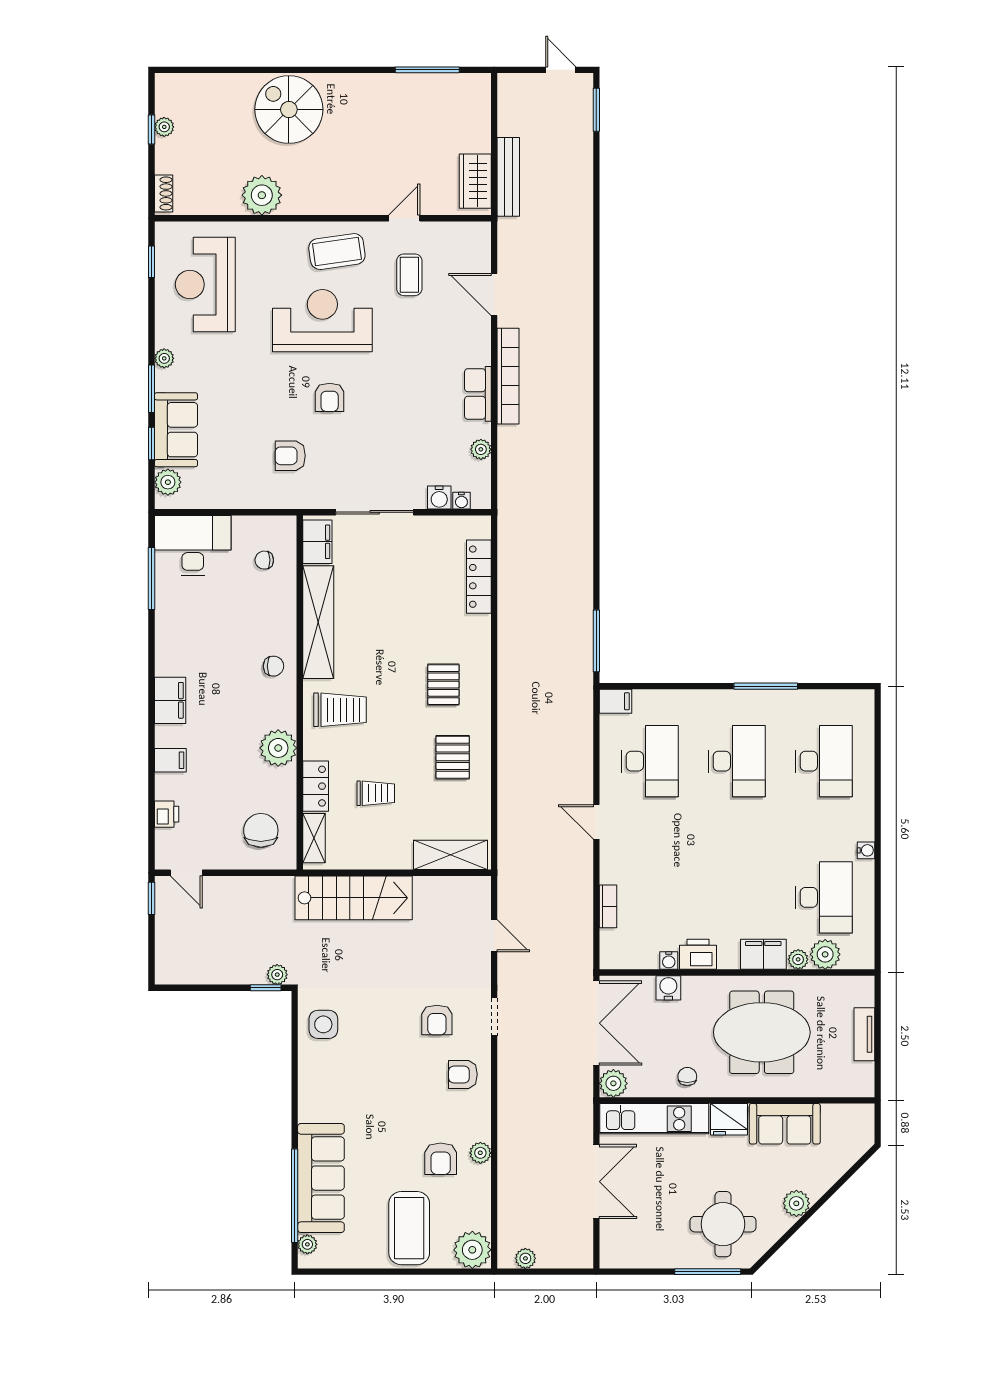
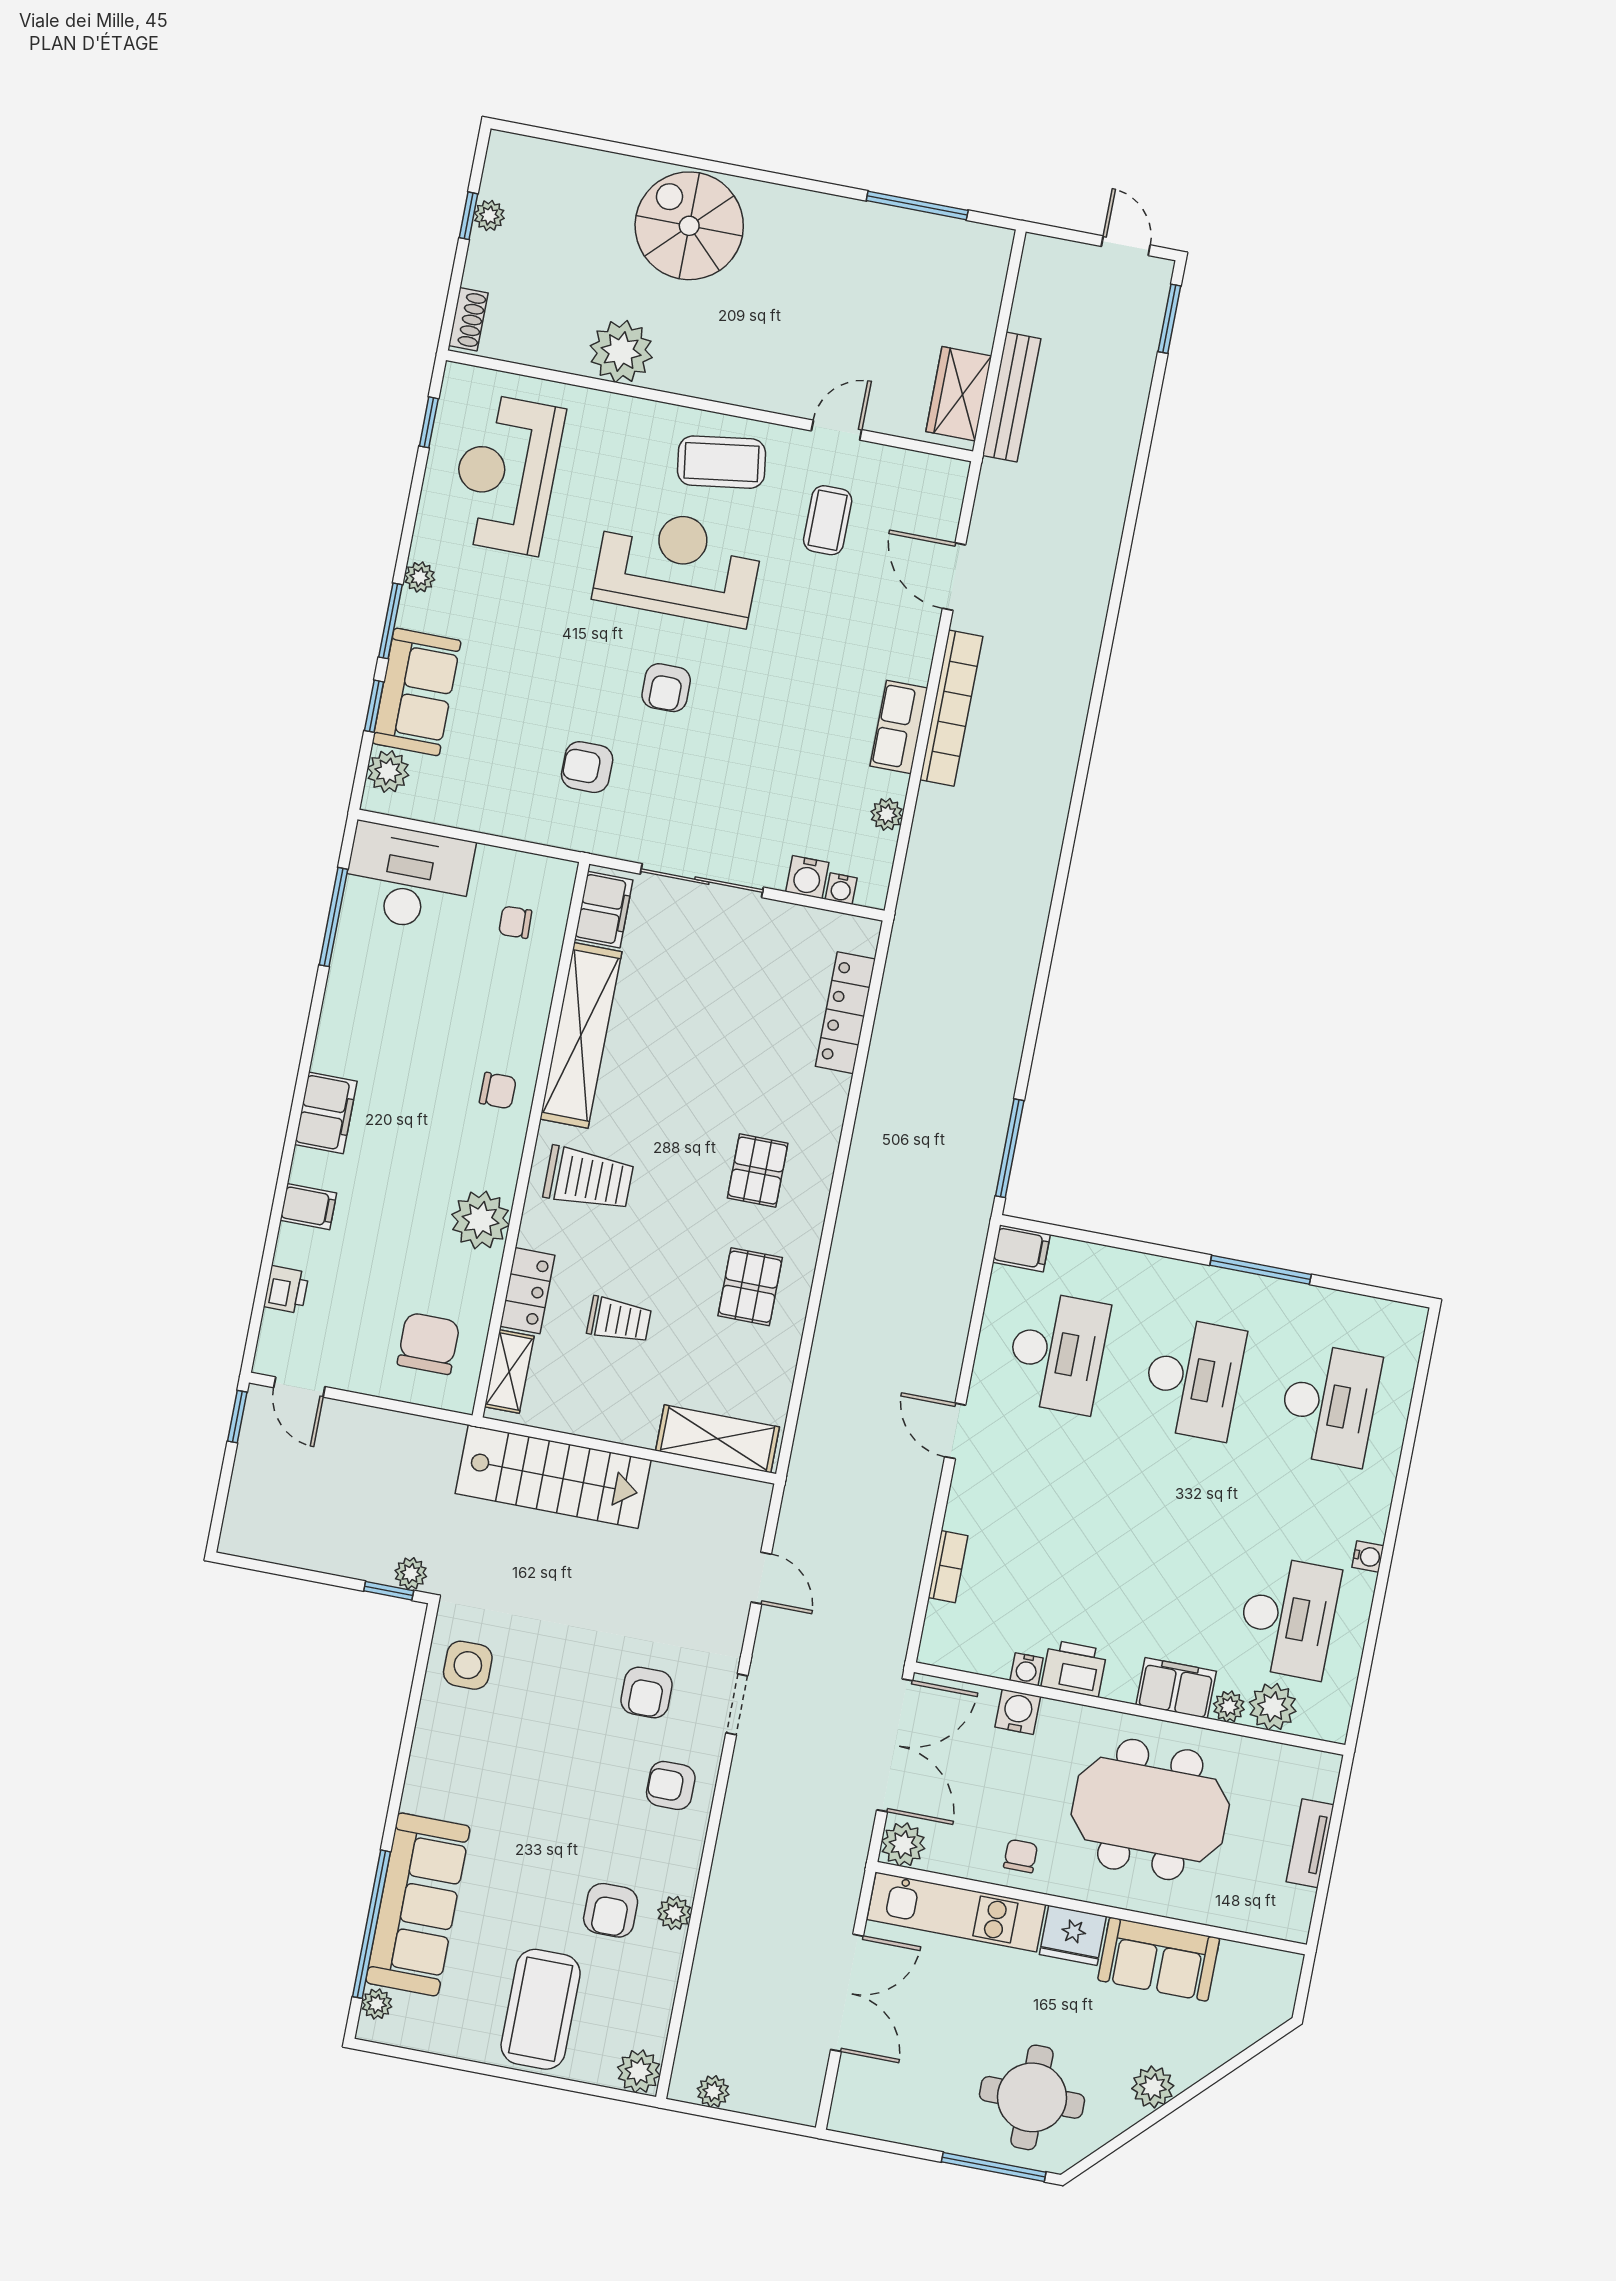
plant: (472, 1250) -> (639, 2071), width x0.73, depth x0.73

